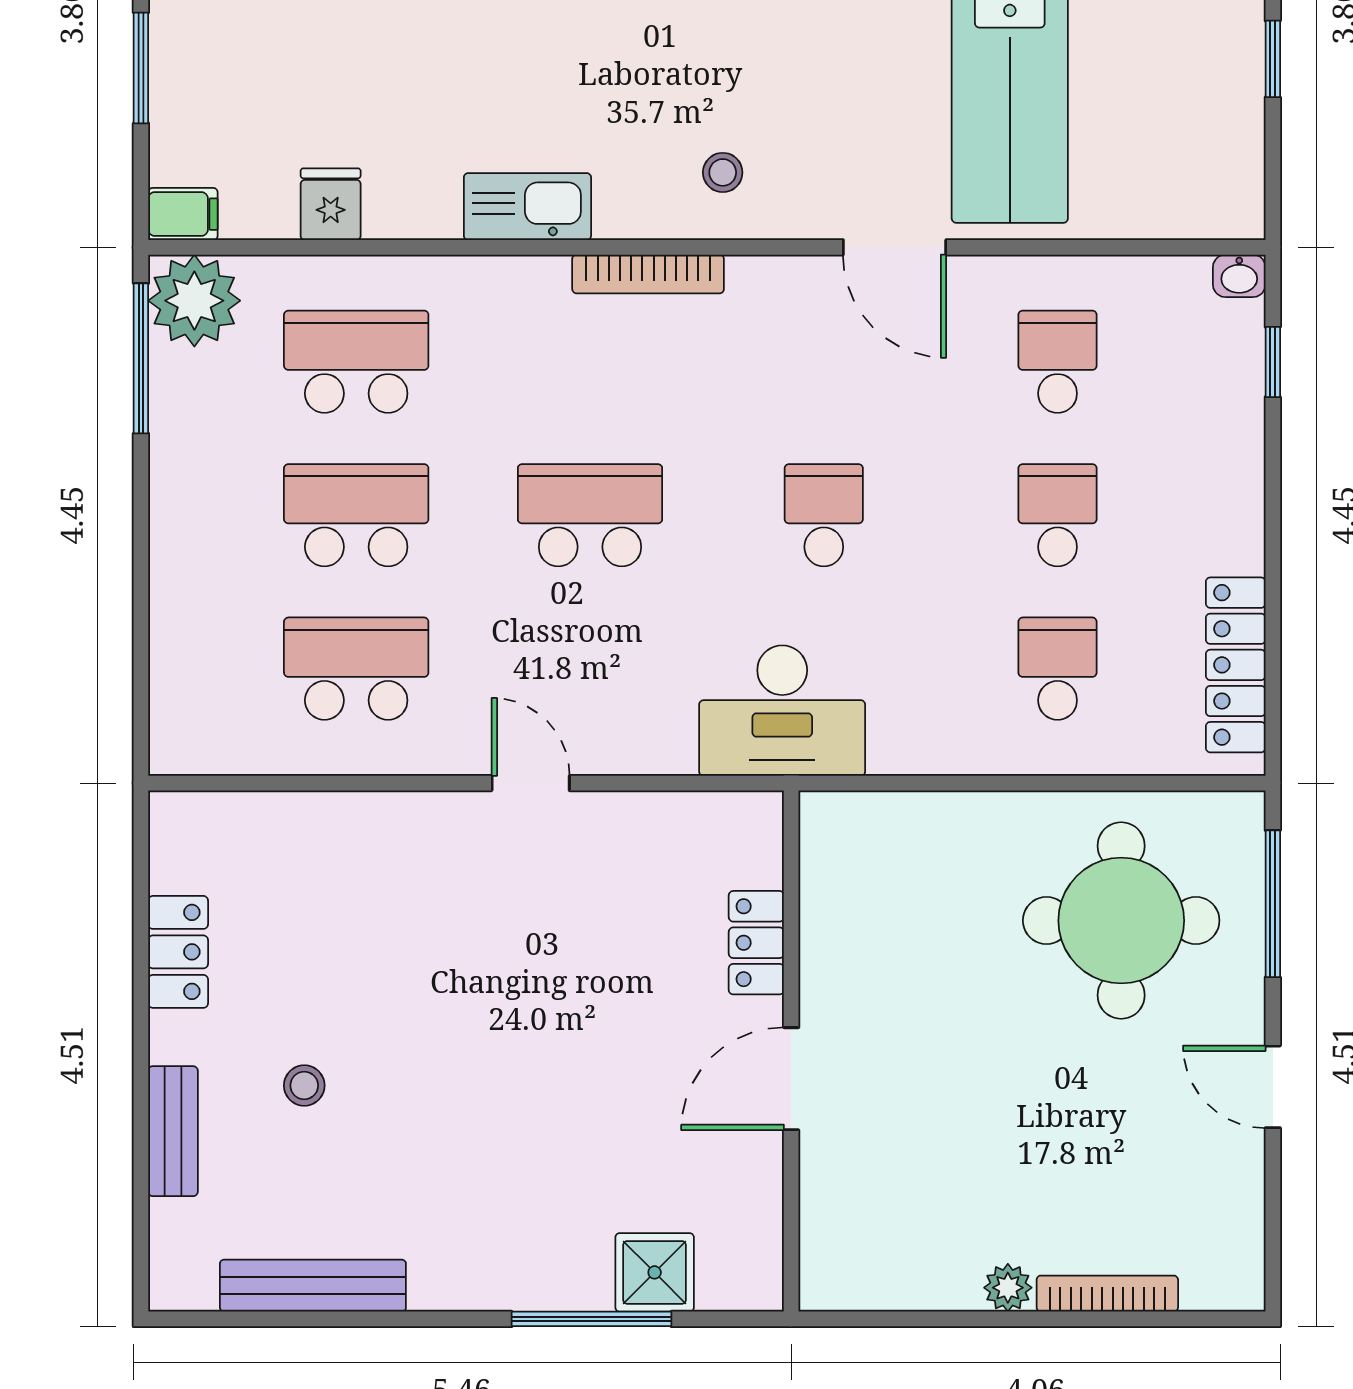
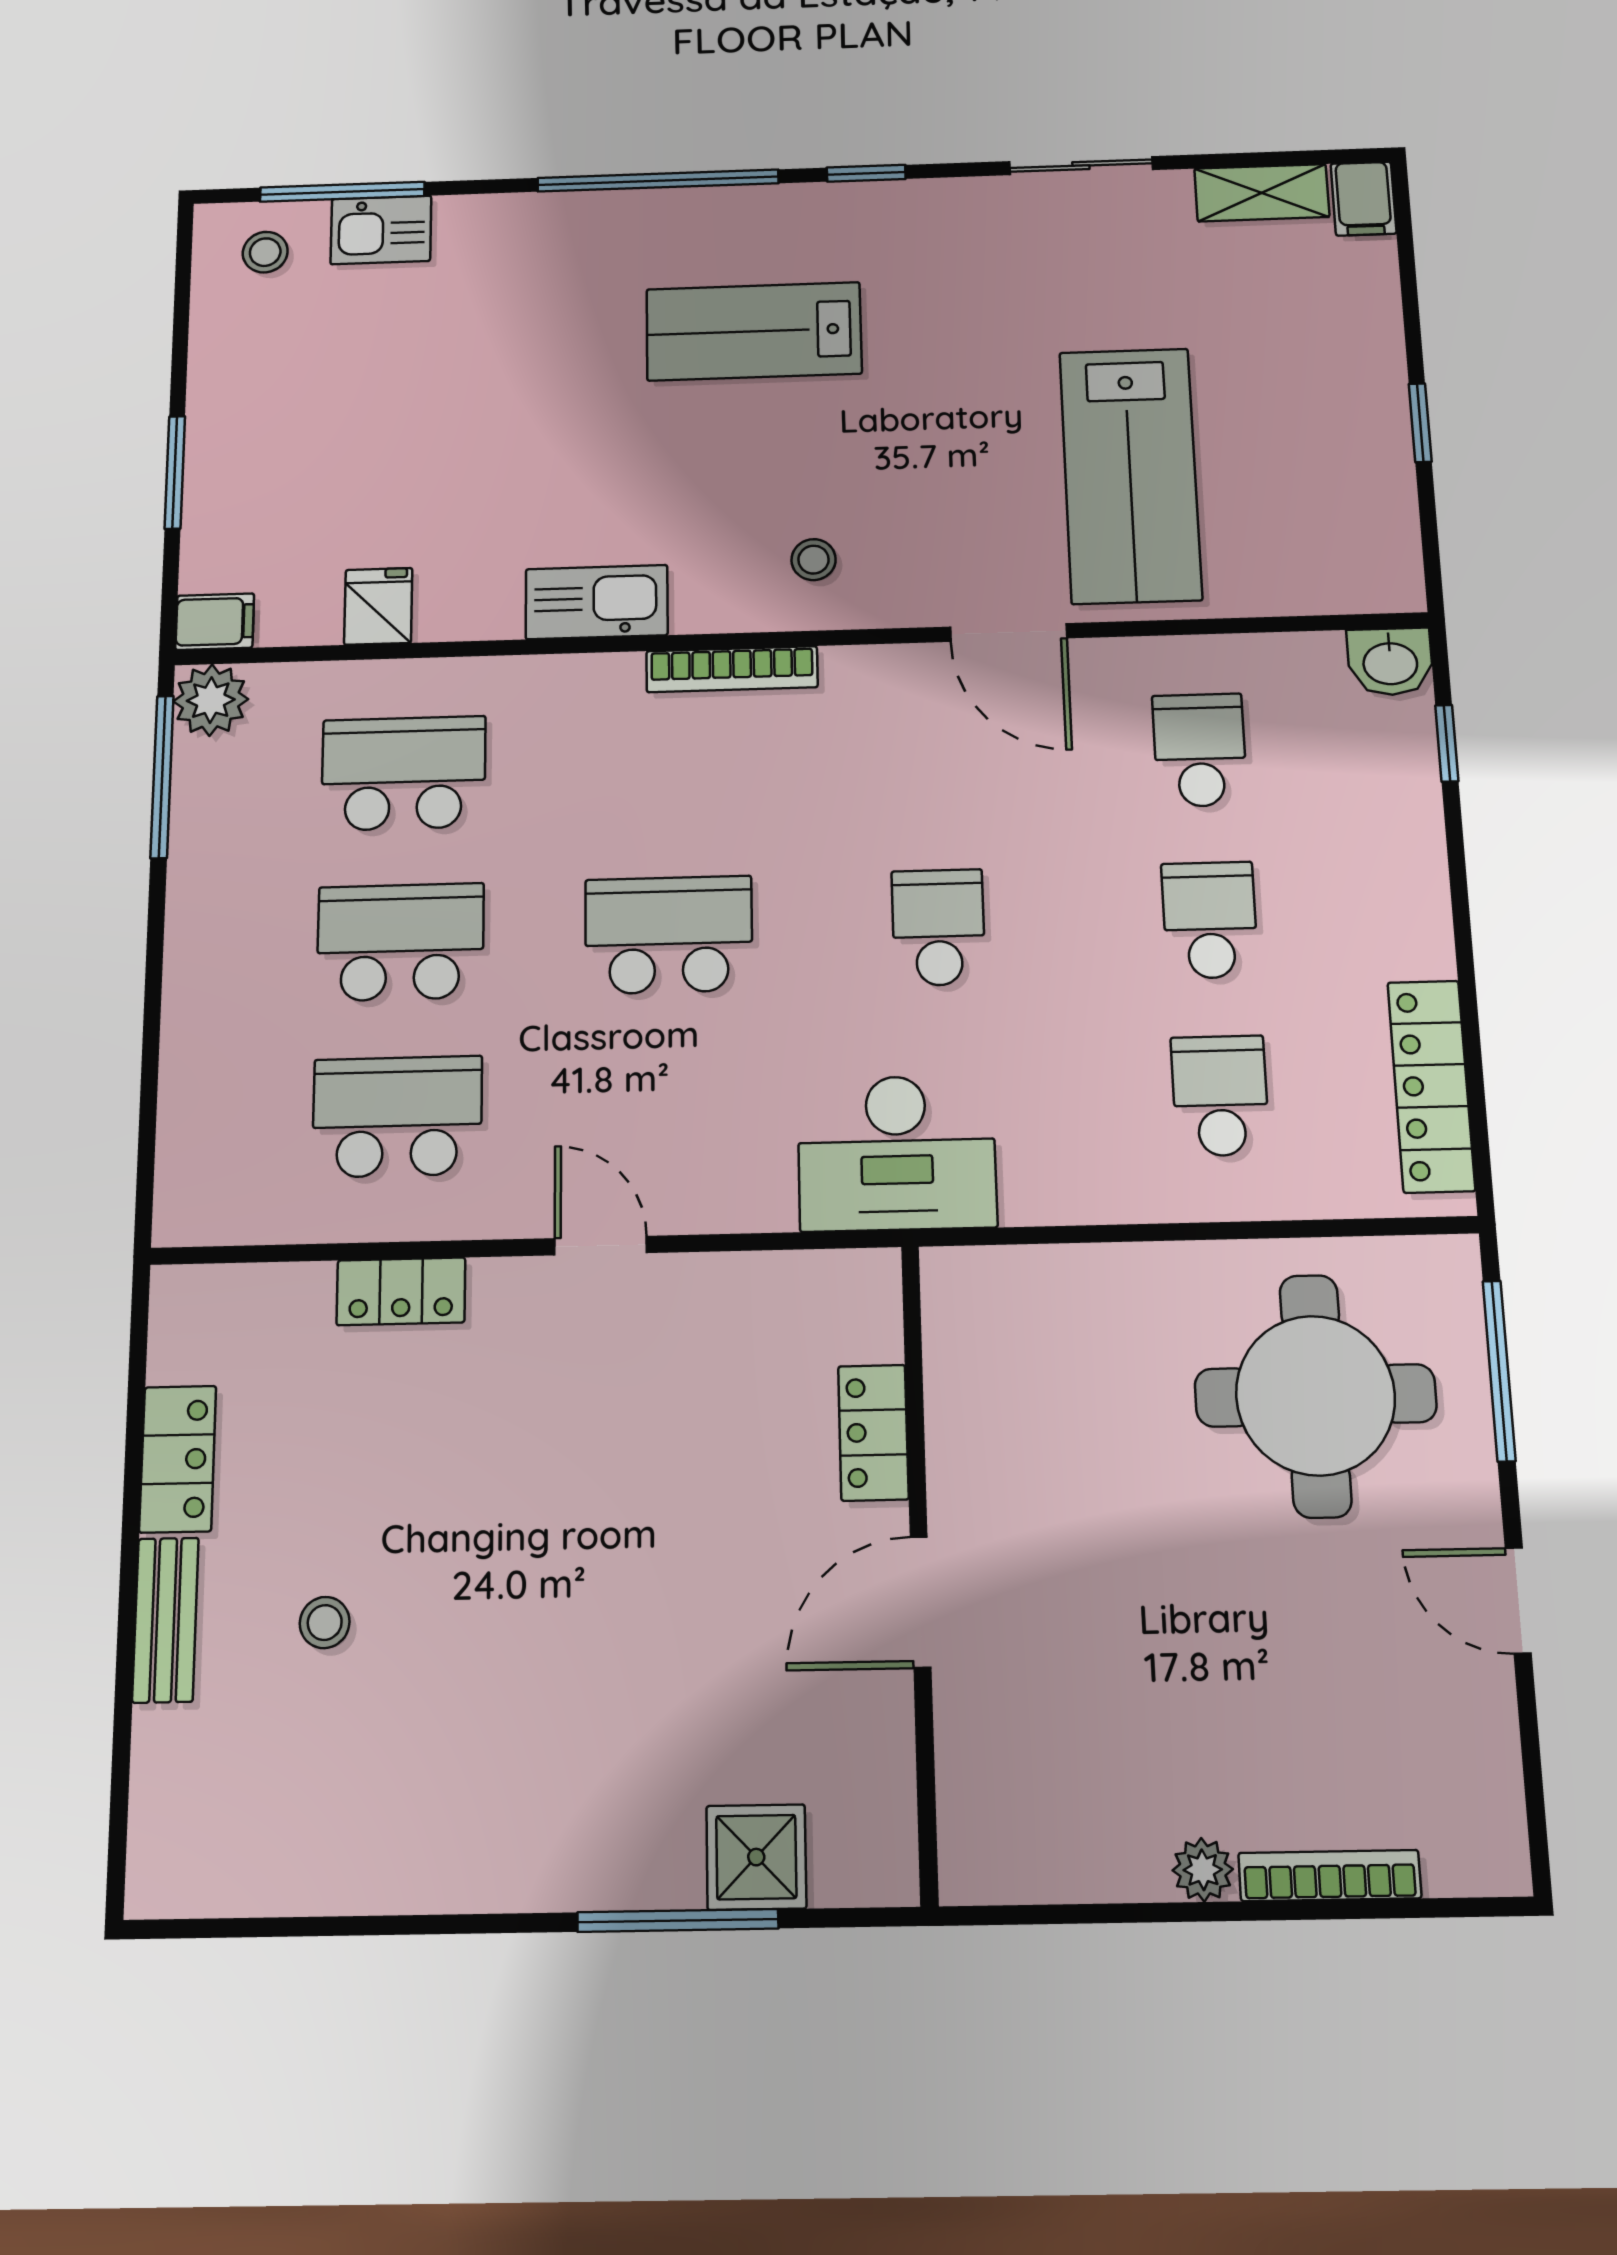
washbasin: (1239, 276) -> (1390, 662), width x1.38, depth x1.45
plant: (194, 301) -> (211, 700), width x0.73, depth x0.73
locker: (362, 818) -> (401, 1291), added
bench: (173, 1131) -> (166, 1620), moved
bench: (313, 1286) -> (329, 1882), removed

